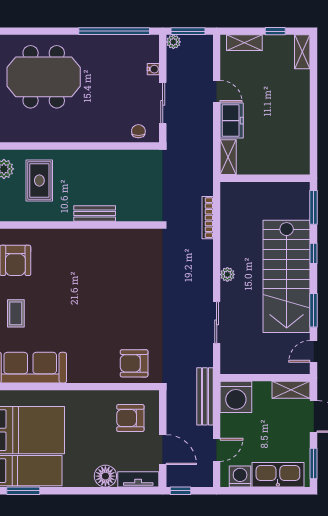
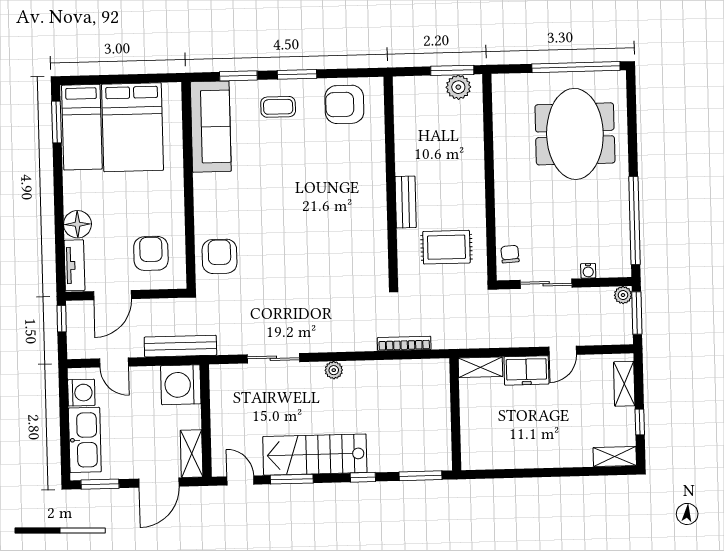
chair: (138, 131) -> (510, 254), turned -94
rug: (39, 181) -> (446, 247), moved
stairs: (287, 276) -> (315, 455), width x0.73, depth x0.66

